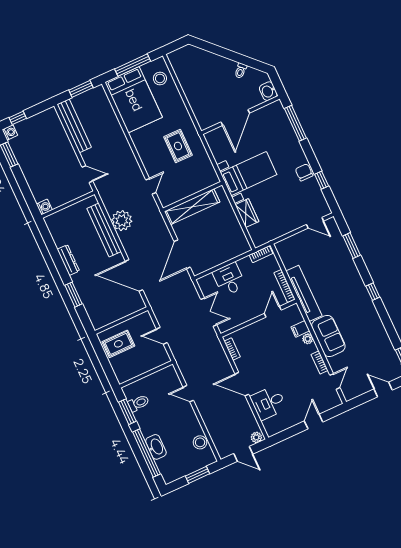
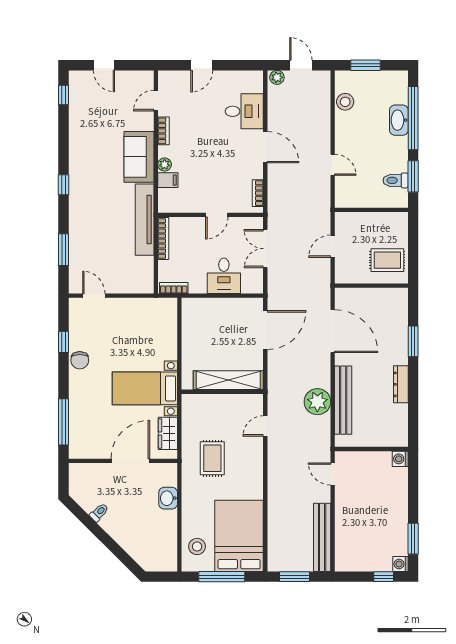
washbasin: (268, 91) -> (168, 498), moved, turned 180
wardrobe: (247, 213) -> (168, 433), moved
door: (273, 312) -> (217, 215), moved
door: (162, 336) -> (333, 246), swing flipped

